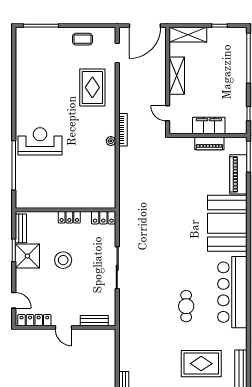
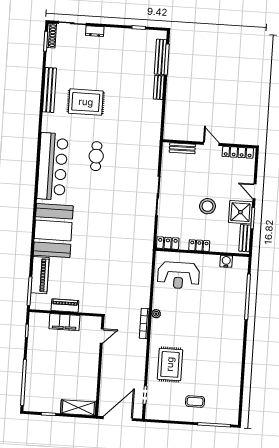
coffee table: (82, 39) -> (195, 401), moved
shelving: (177, 76) -> (91, 370), removed
door: (168, 113) -> (102, 336), hinge flipped
reception desk: (40, 141) -> (178, 275), moved
water cooler: (39, 202) -> (226, 261), added
door: (14, 300) -> (254, 191), moved

